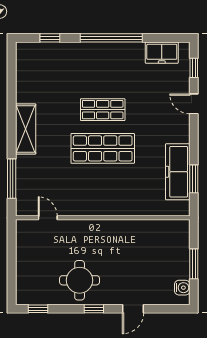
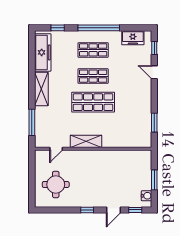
shop shelf: (103, 71) -> (93, 50), added
freezer: (178, 172) -> (43, 52), moved, turned 180
shelving: (92, 207) -> (86, 141), added
door: (48, 218) -> (56, 149), swing flipped
round table: (80, 280) -> (56, 184), moved
window: (38, 309) -> (135, 210), moved

